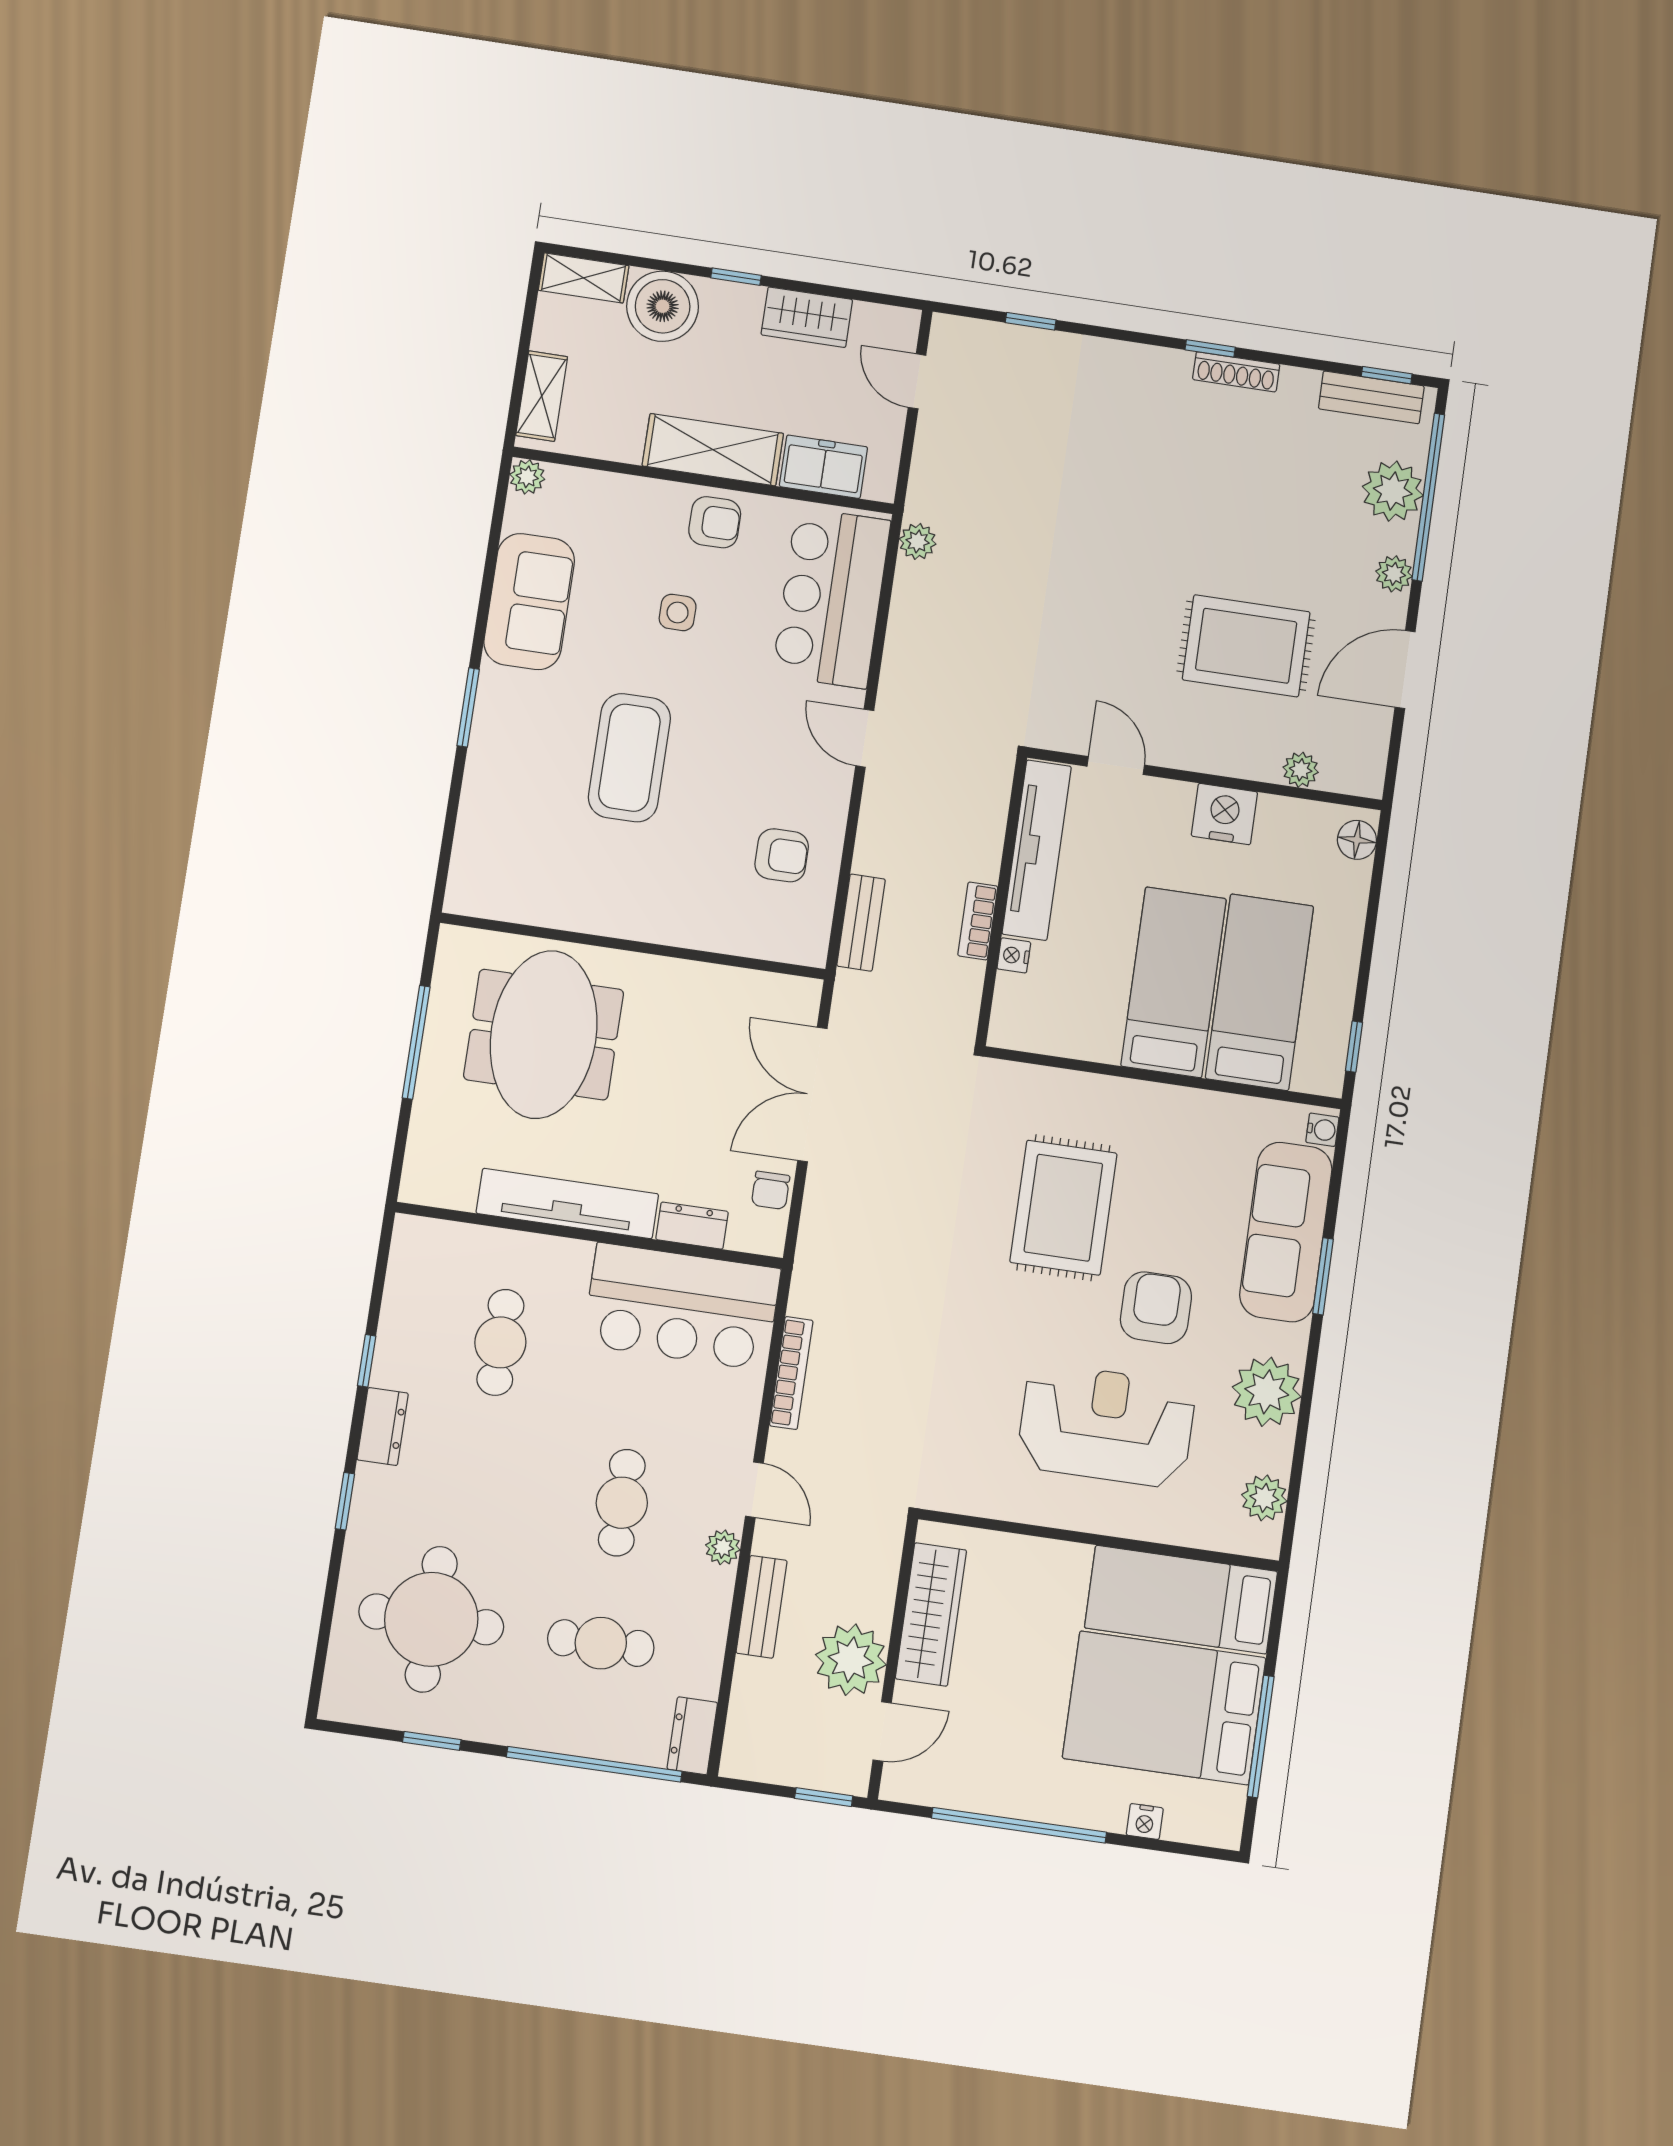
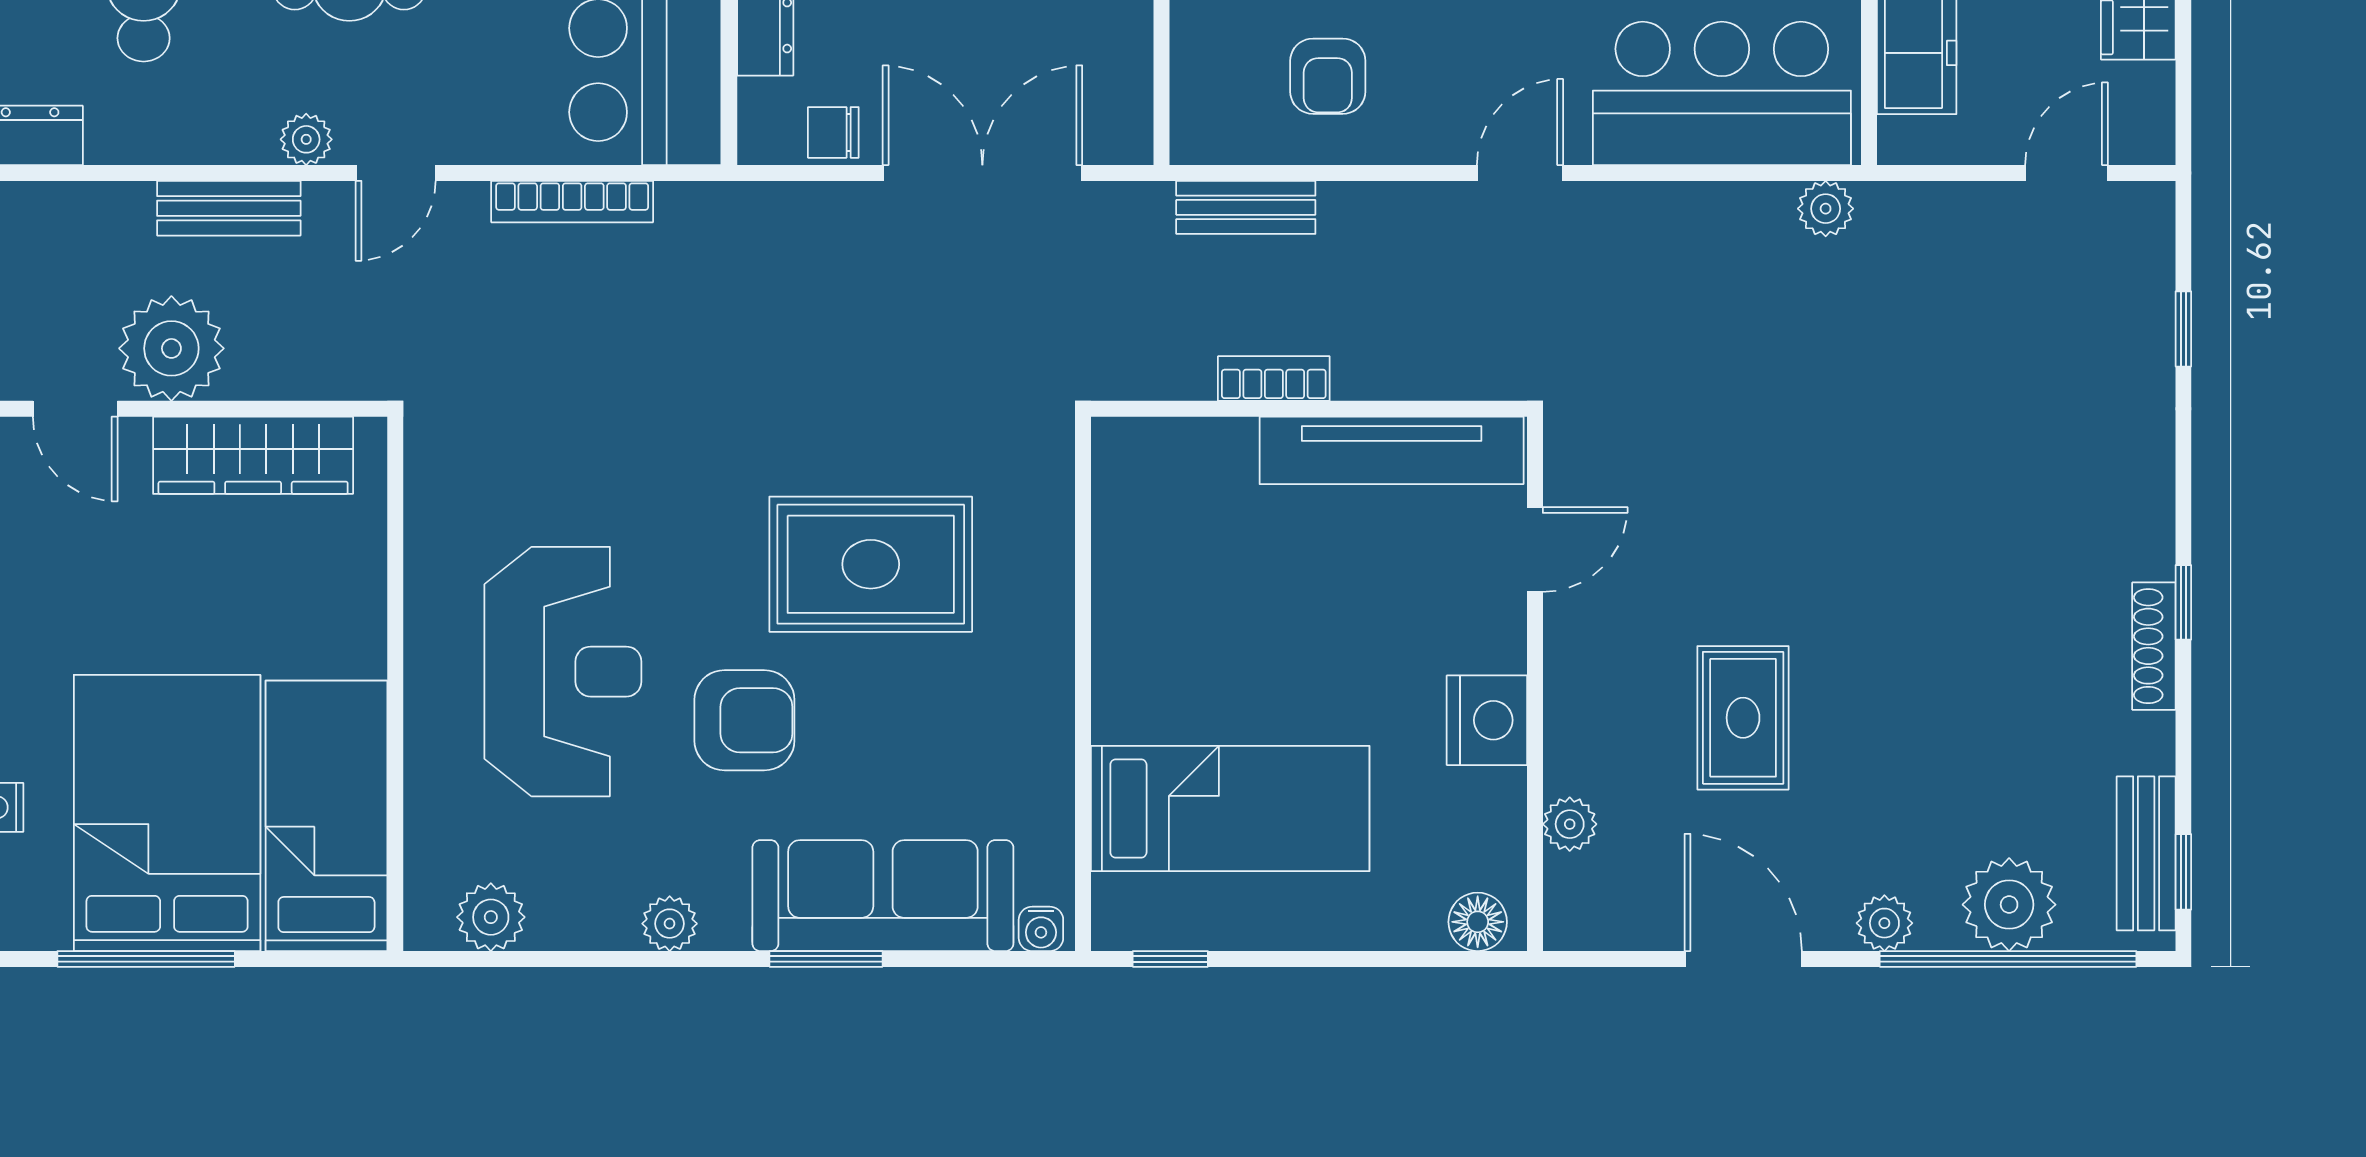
rug: (1246, 646) -> (1743, 718), width x0.73, depth x0.70
nightstand: (1014, 955) -> (1231, 439), removed
bed: (1174, 982) -> (1226, 680), removed
plant: (1267, 1392) -> (670, 924), width x0.53, depth x0.53

